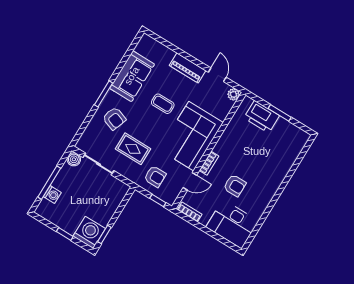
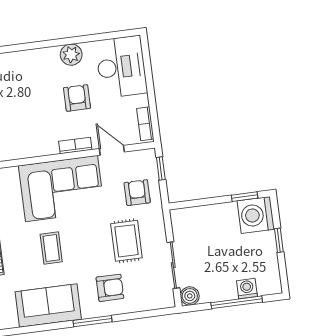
armchair: (114, 119) -> (110, 288), turned 70
plant: (262, 202) -> (71, 55), added

